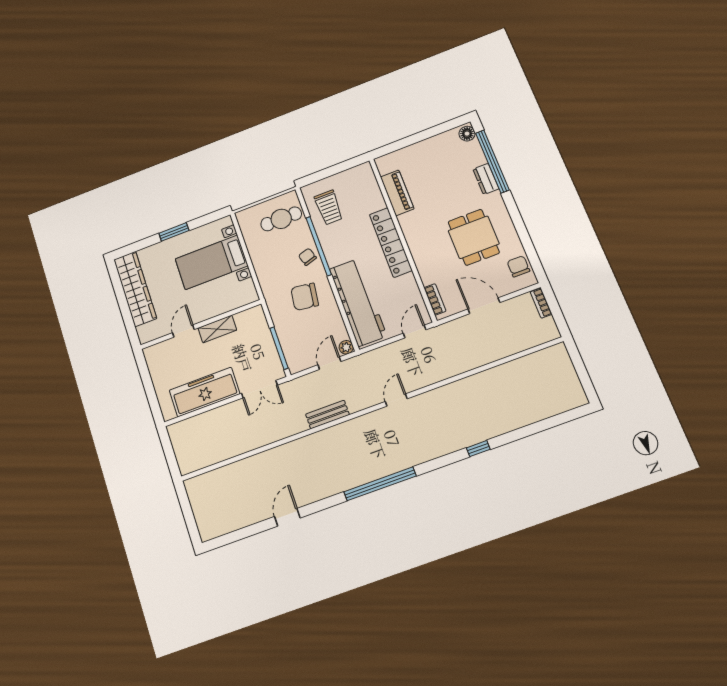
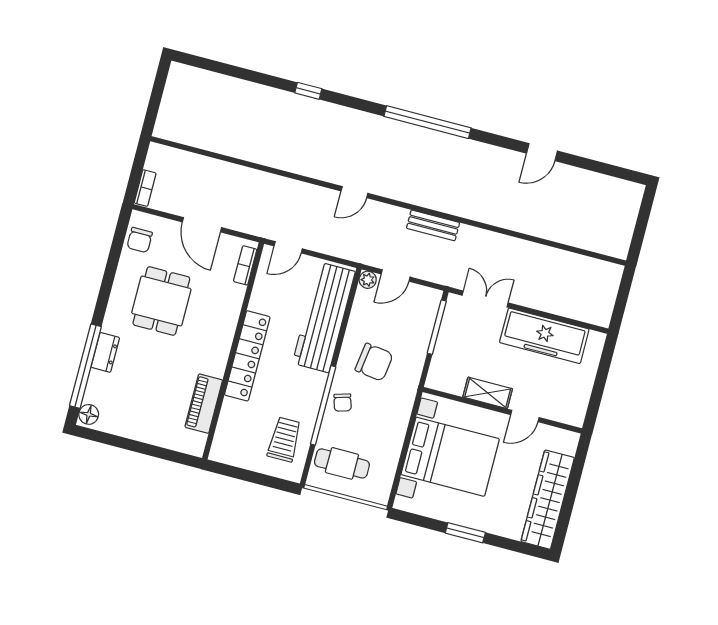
bed with nightstands: (211, 262) -> (450, 457), width x1.36

